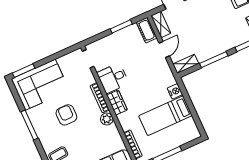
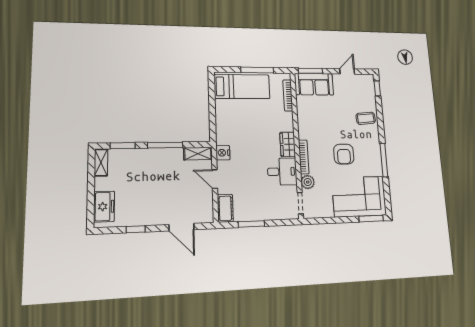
shelving: (161, 24) -> (207, 208), removed
door: (164, 49) -> (215, 179), hinge flipped
nightstand: (175, 91) -> (223, 153), moved
bed: (165, 116) -> (242, 87), moved
plant: (107, 119) -> (308, 182), moved

